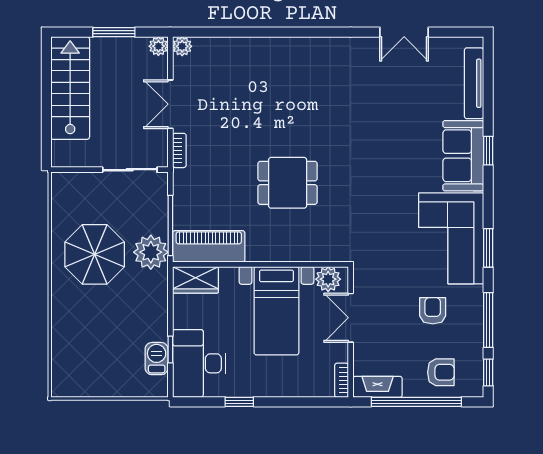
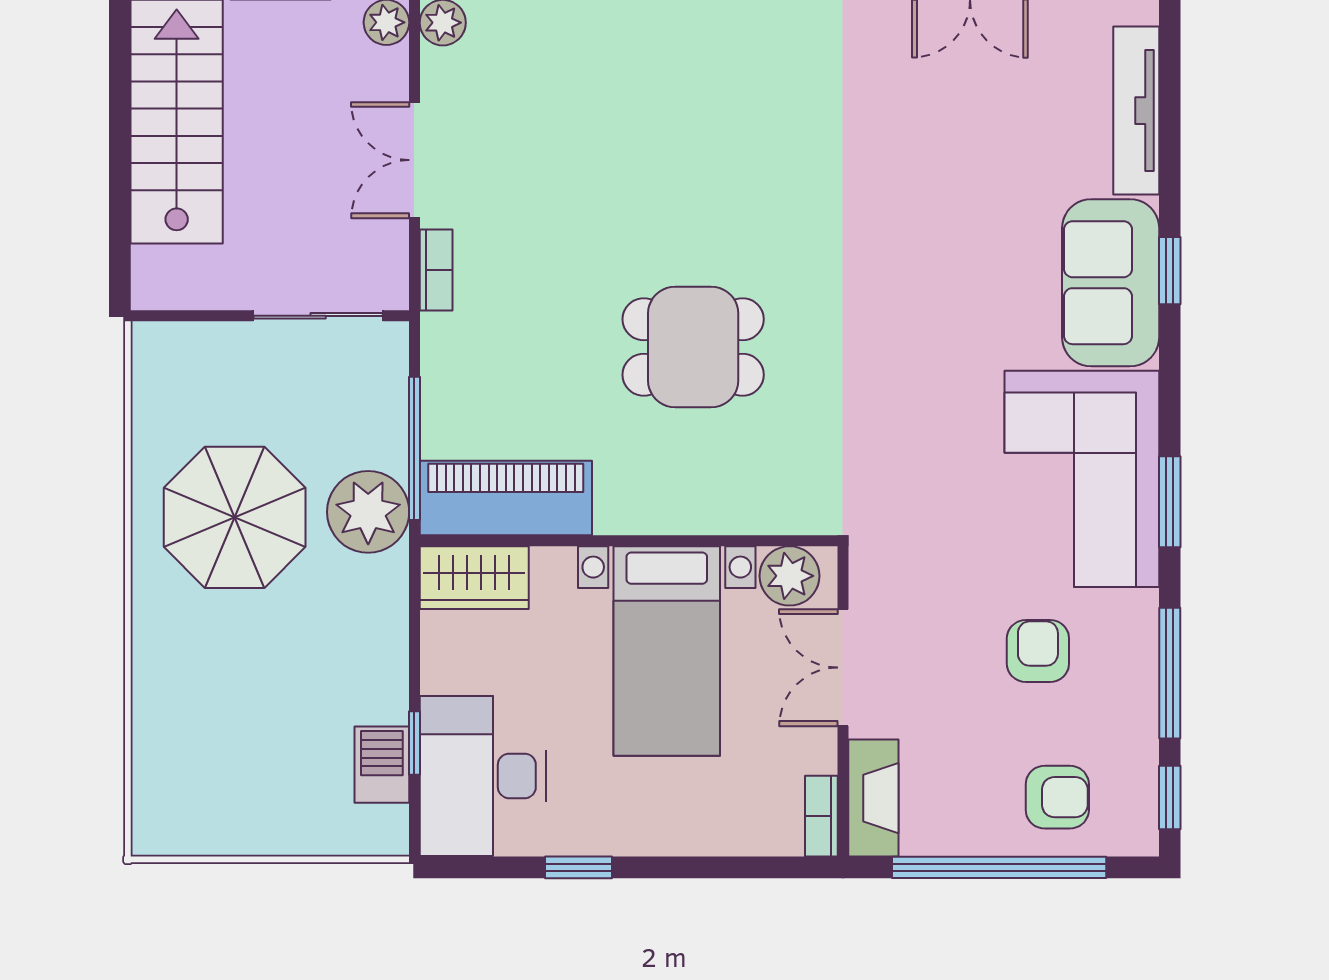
fireplace: (378, 387) -> (873, 798), moved, turned 90

